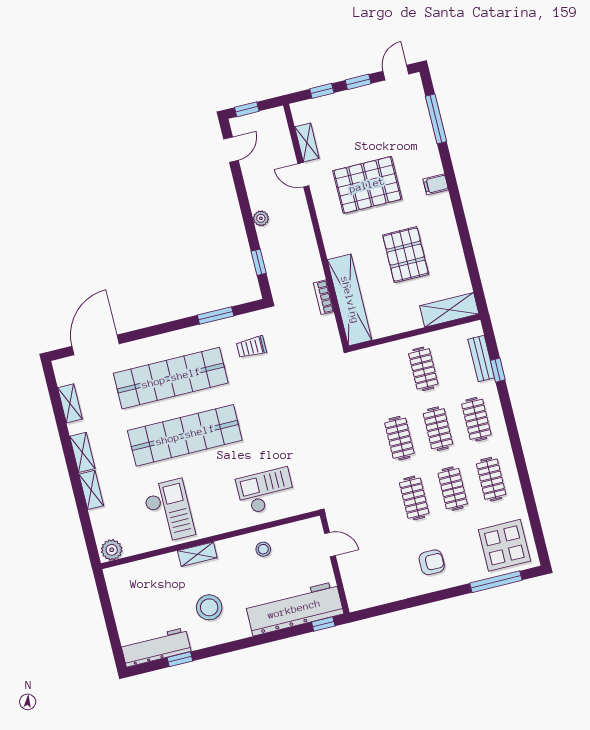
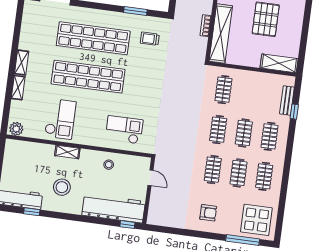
clothes rail: (423, 369) -> (223, 90), moved
shelving: (70, 403) -> (26, 30), removed

